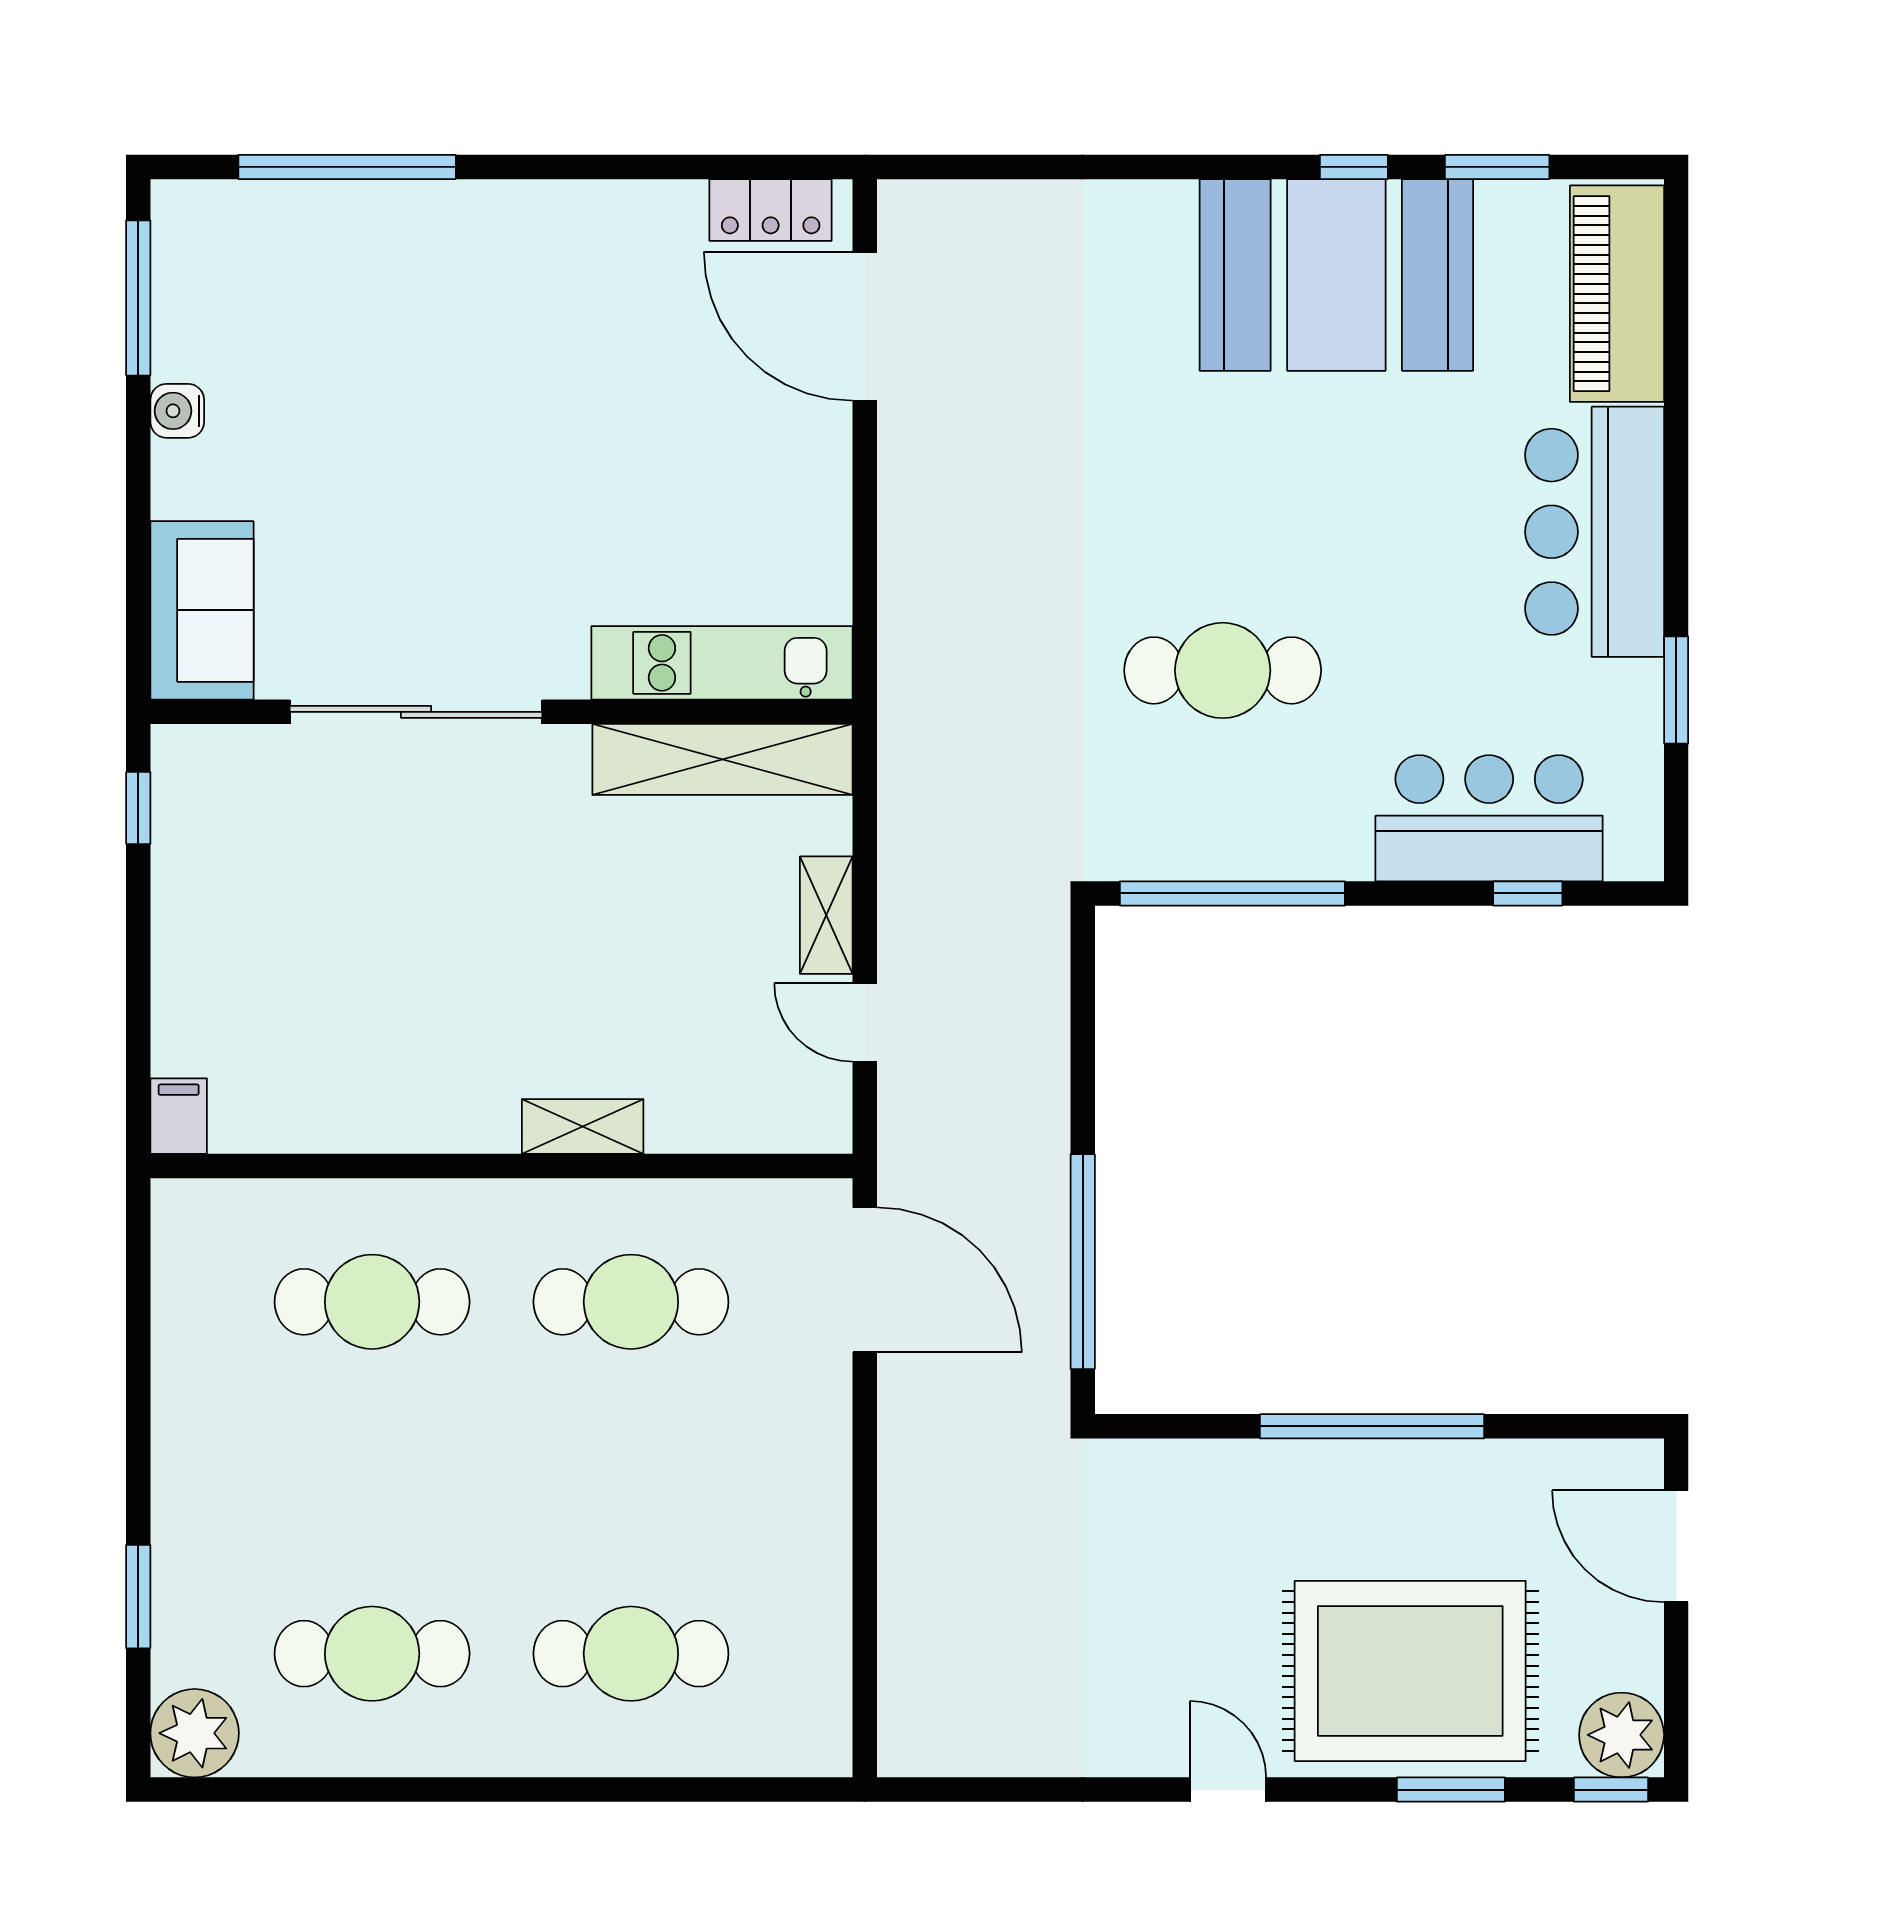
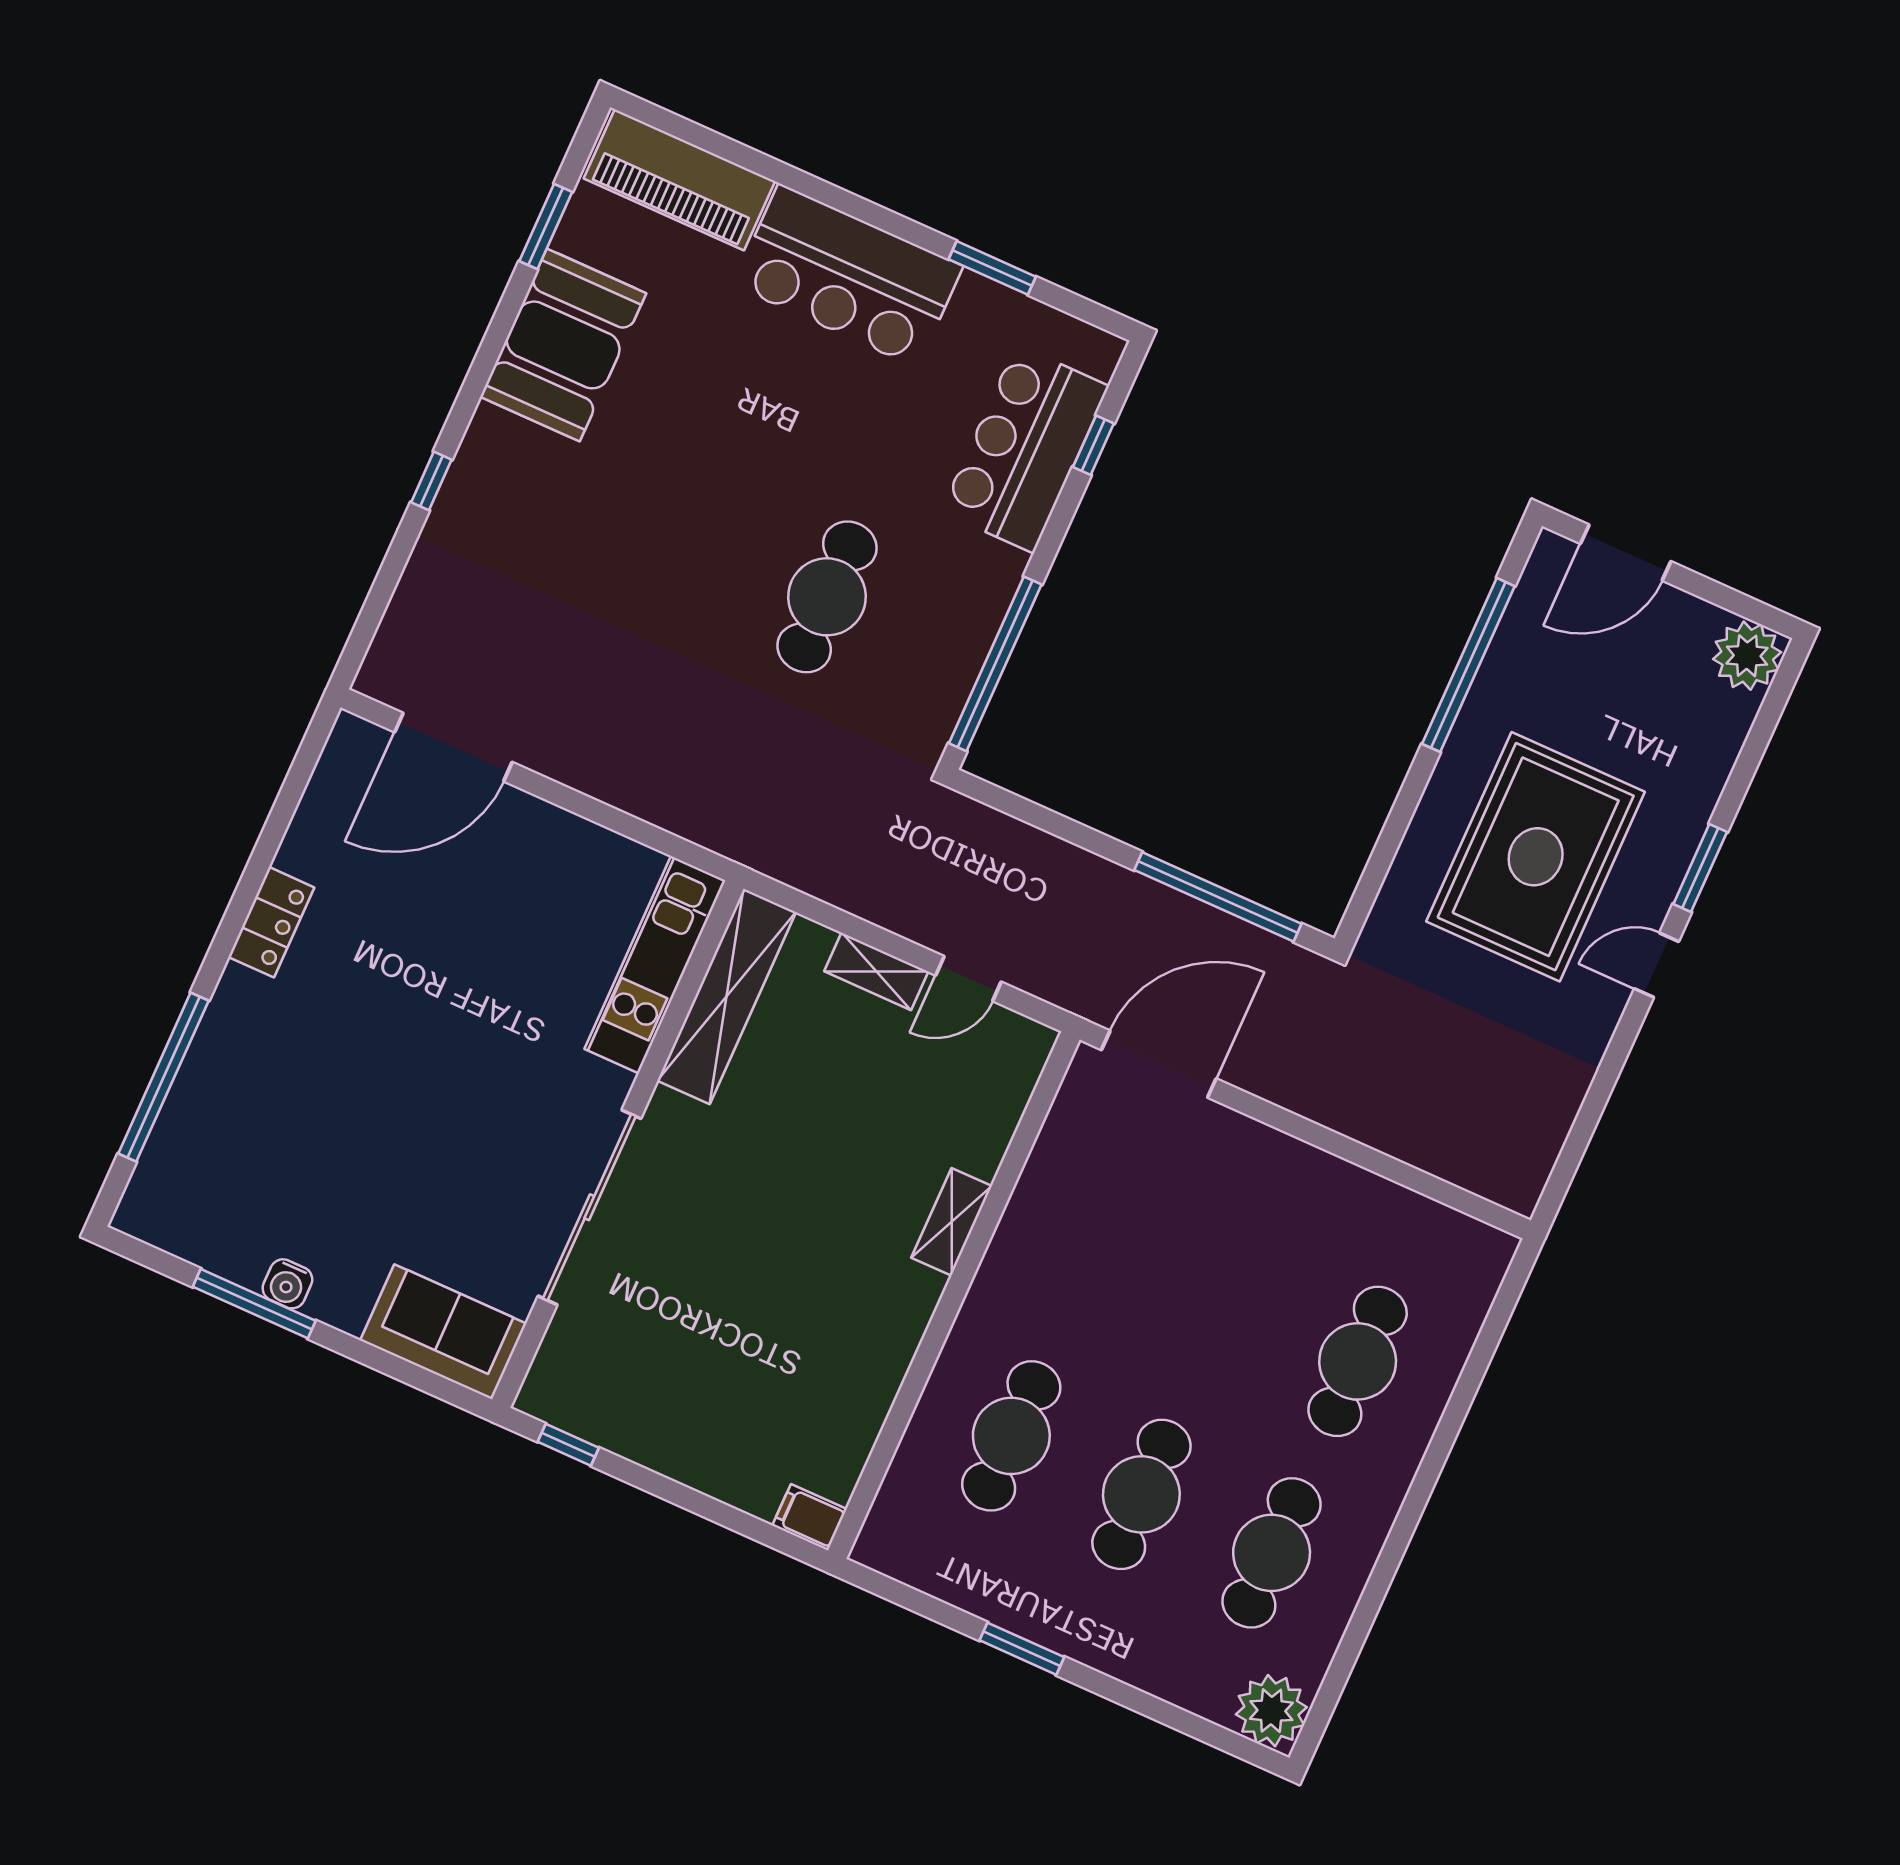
window: (1354, 167) -> (431, 481), moved
locker: (771, 210) -> (271, 922), moved
booth: (1336, 275) -> (563, 345), width x0.73, depth x0.70
window: (138, 298) -> (254, 1304), moved
cafe table: (631, 1302) -> (1141, 1494), moved
window: (1372, 1426) -> (1468, 665), moved
window: (138, 1597) -> (1022, 1649), moved
rug: (1410, 1671) -> (1536, 857), moved
window: (1451, 1790) -> (1700, 868), moved
window: (1611, 1790) -> (1784, 682), removed

